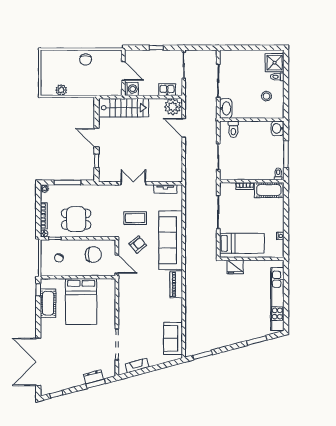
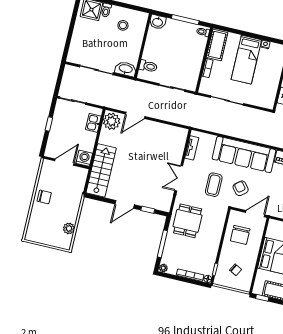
dining table: (76, 219) -> (188, 221), moved
bed: (242, 243) -> (246, 60), moved, turned 180
chair: (93, 254) -> (240, 235), turned 180

